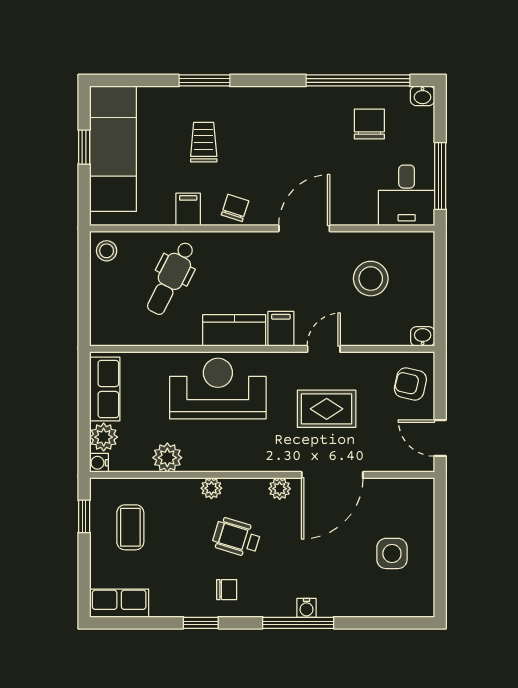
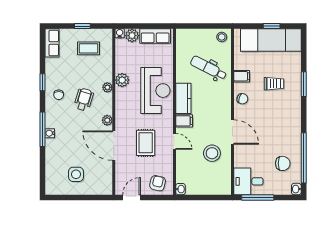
stool: (371, 279) -> (212, 153), moved
plant: (167, 458) -> (122, 80), moved
window: (84, 516) -> (82, 26), moved

